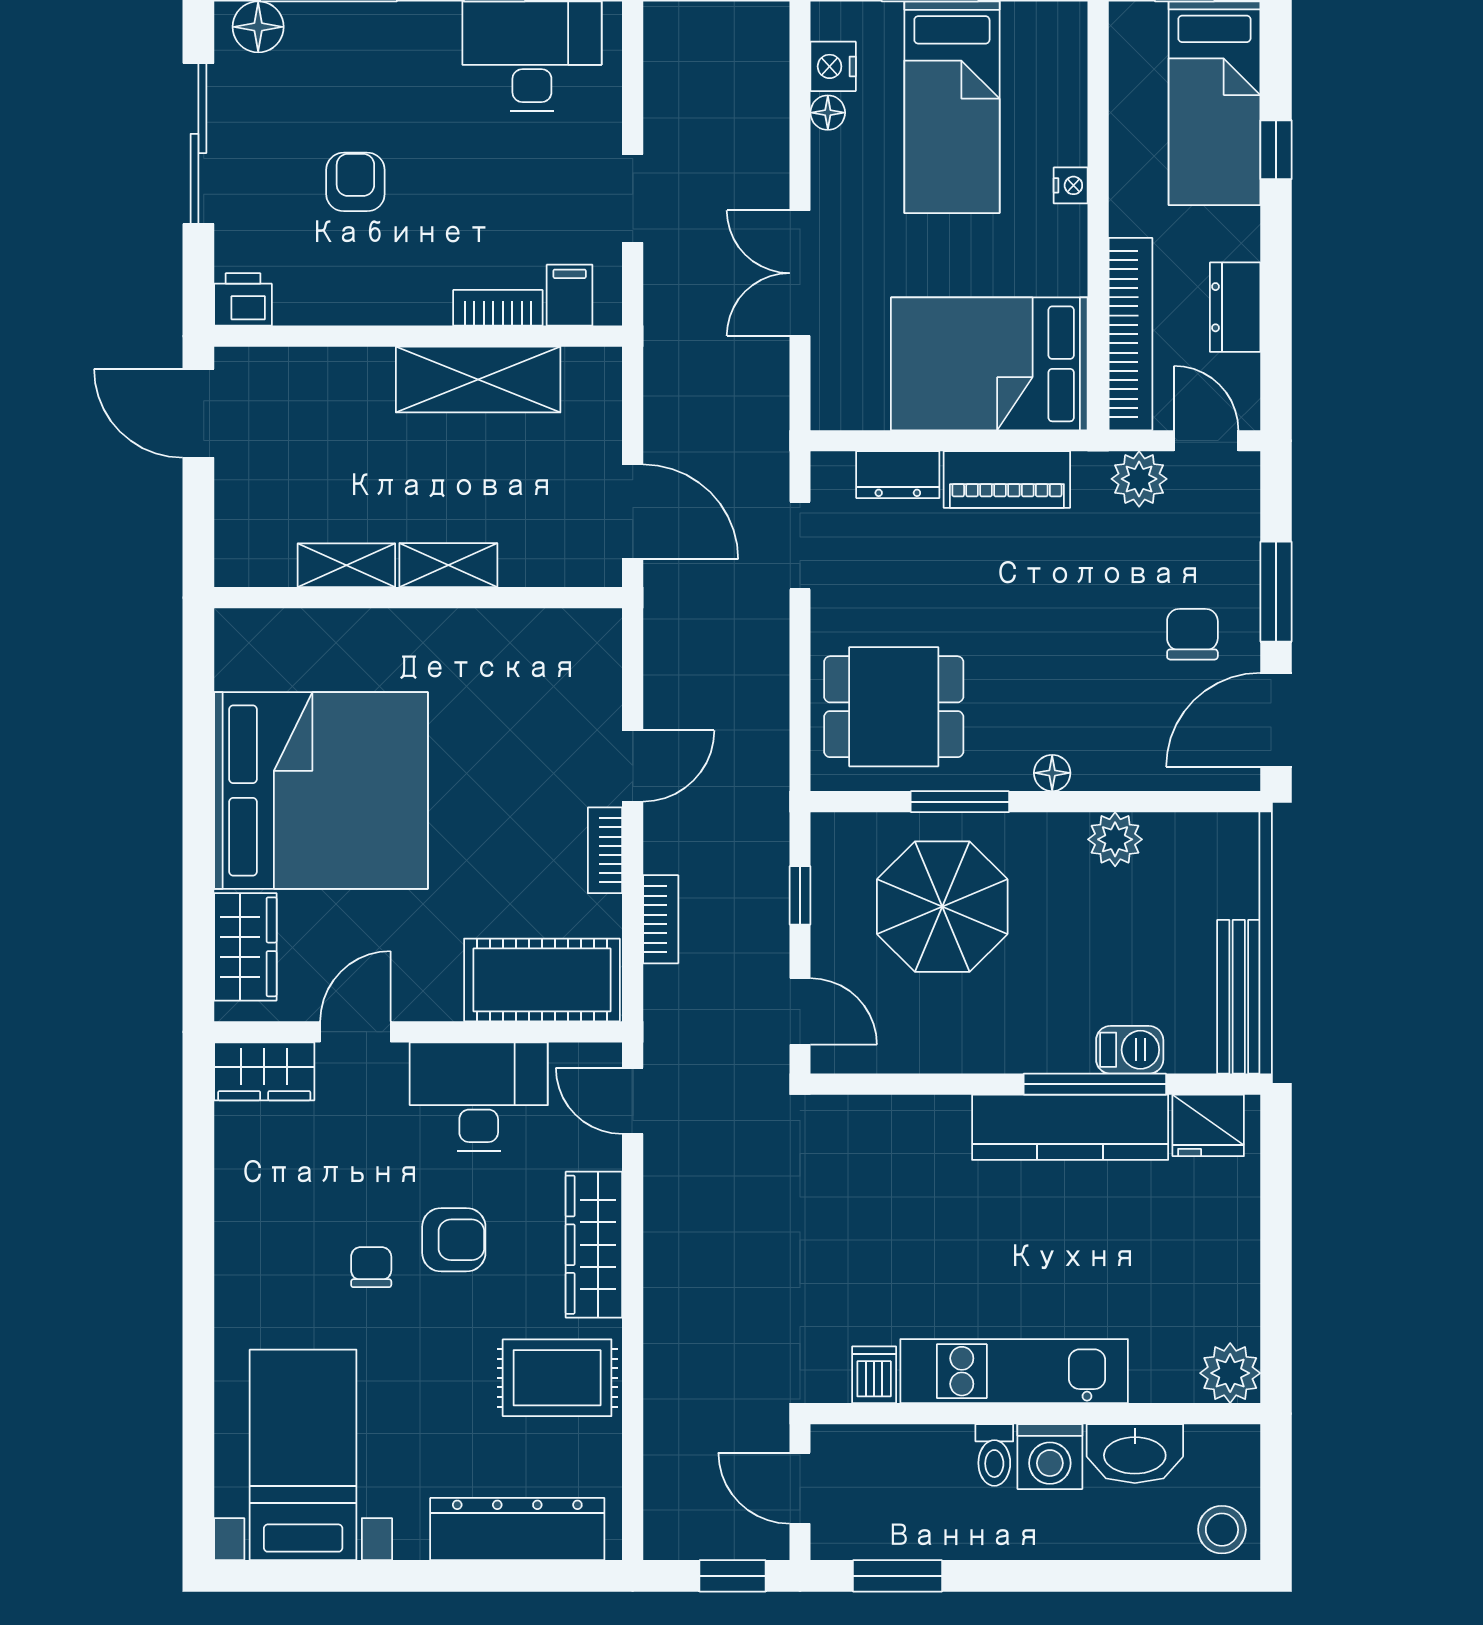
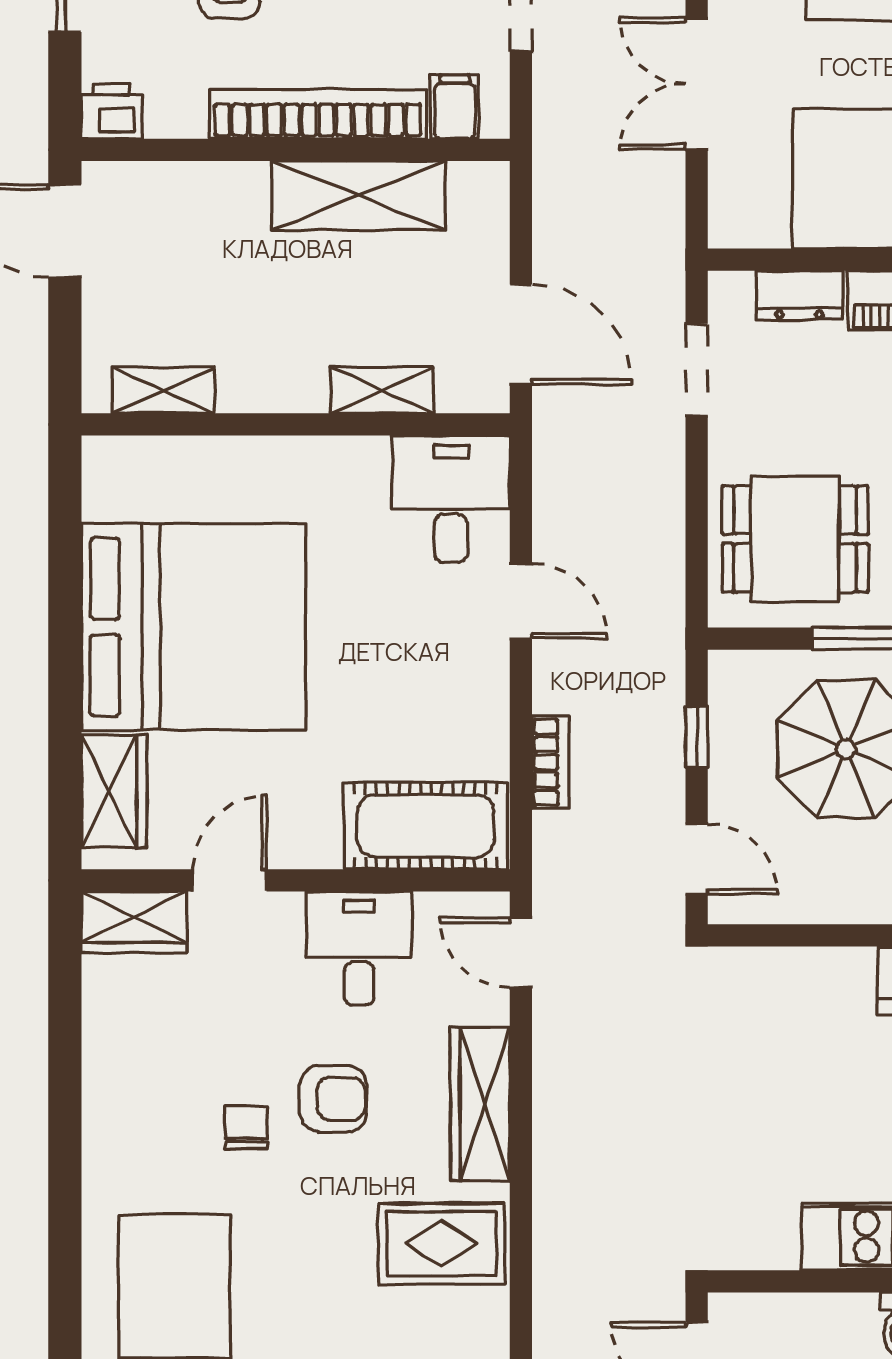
bookcase: (498, 308) -> (318, 114), width x2.31, depth x1.31
shelving: (346, 565) -> (163, 390), moved
shelving: (448, 565) -> (382, 390), moved
desk: (566, 669) -> (451, 499), added
door: (633, 766) -> (521, 601), hinge flipped
bookcase: (605, 850) -> (492, 690), removed
desk: (479, 1097) -> (359, 948), width x0.73
dishwasher: (874, 1375) -> (774, 1241), removed

